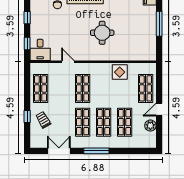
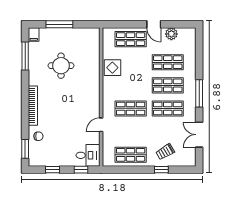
round table: (102, 33) -> (61, 66), moved

